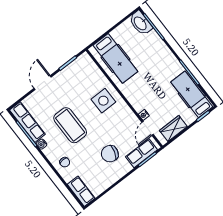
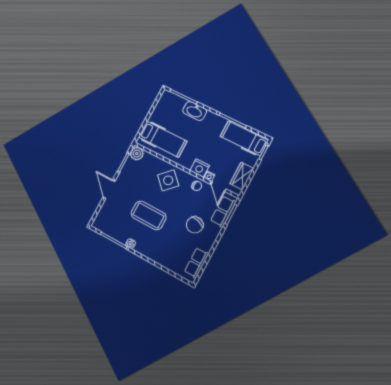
washbasin: (140, 23) -> (195, 111), moved
plant: (85, 61) -> (137, 154), added
side table: (103, 101) -> (168, 180), turned 45
nightstand: (138, 103) -> (200, 168), added
row of seats: (27, 122) -> (110, 230), removed
chair: (65, 162) -> (197, 186), moved
row of seats: (81, 191) -> (197, 263), moved, turned -90

